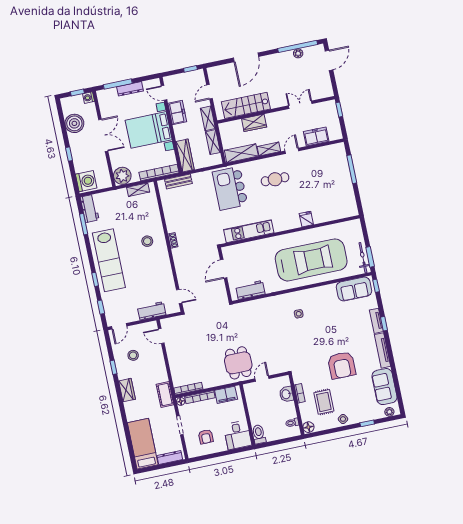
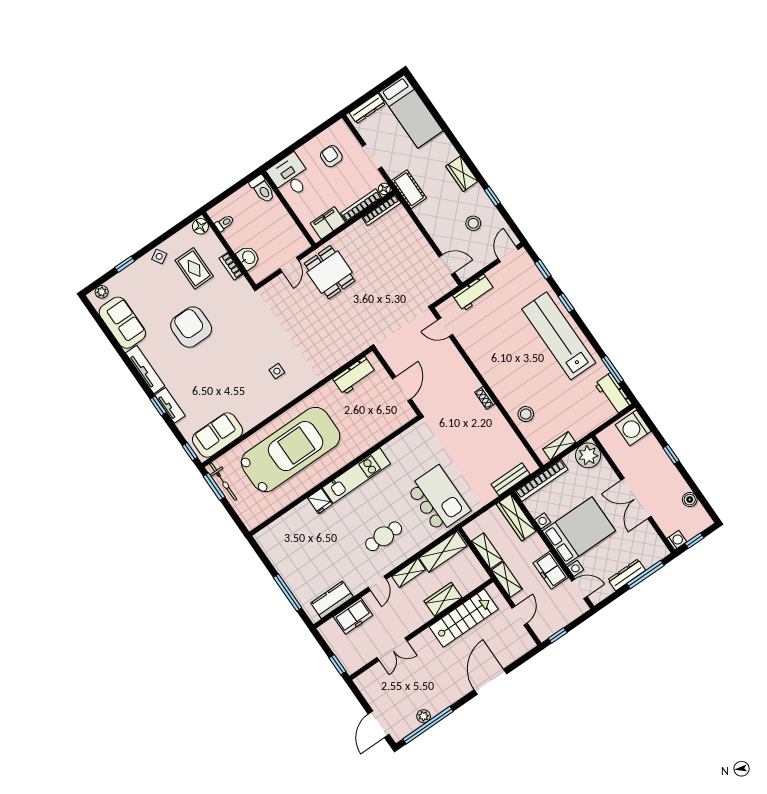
boiler: (74, 123) -> (690, 500), width x0.54, depth x0.54
kitchen counter: (325, 153) -> (332, 600), added
kitchen unit: (249, 231) -> (356, 476), moved
stool: (147, 241) -> (526, 414), moved
car: (311, 260) -> (291, 449), turned 180

